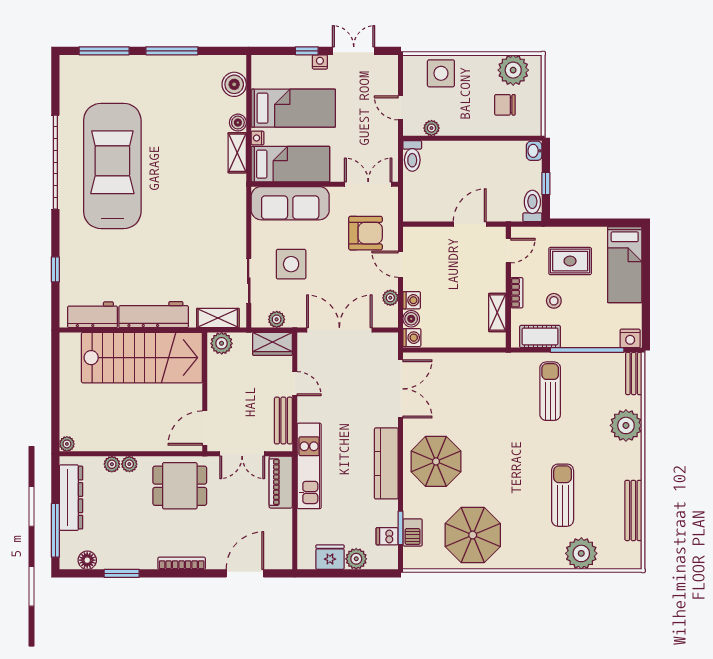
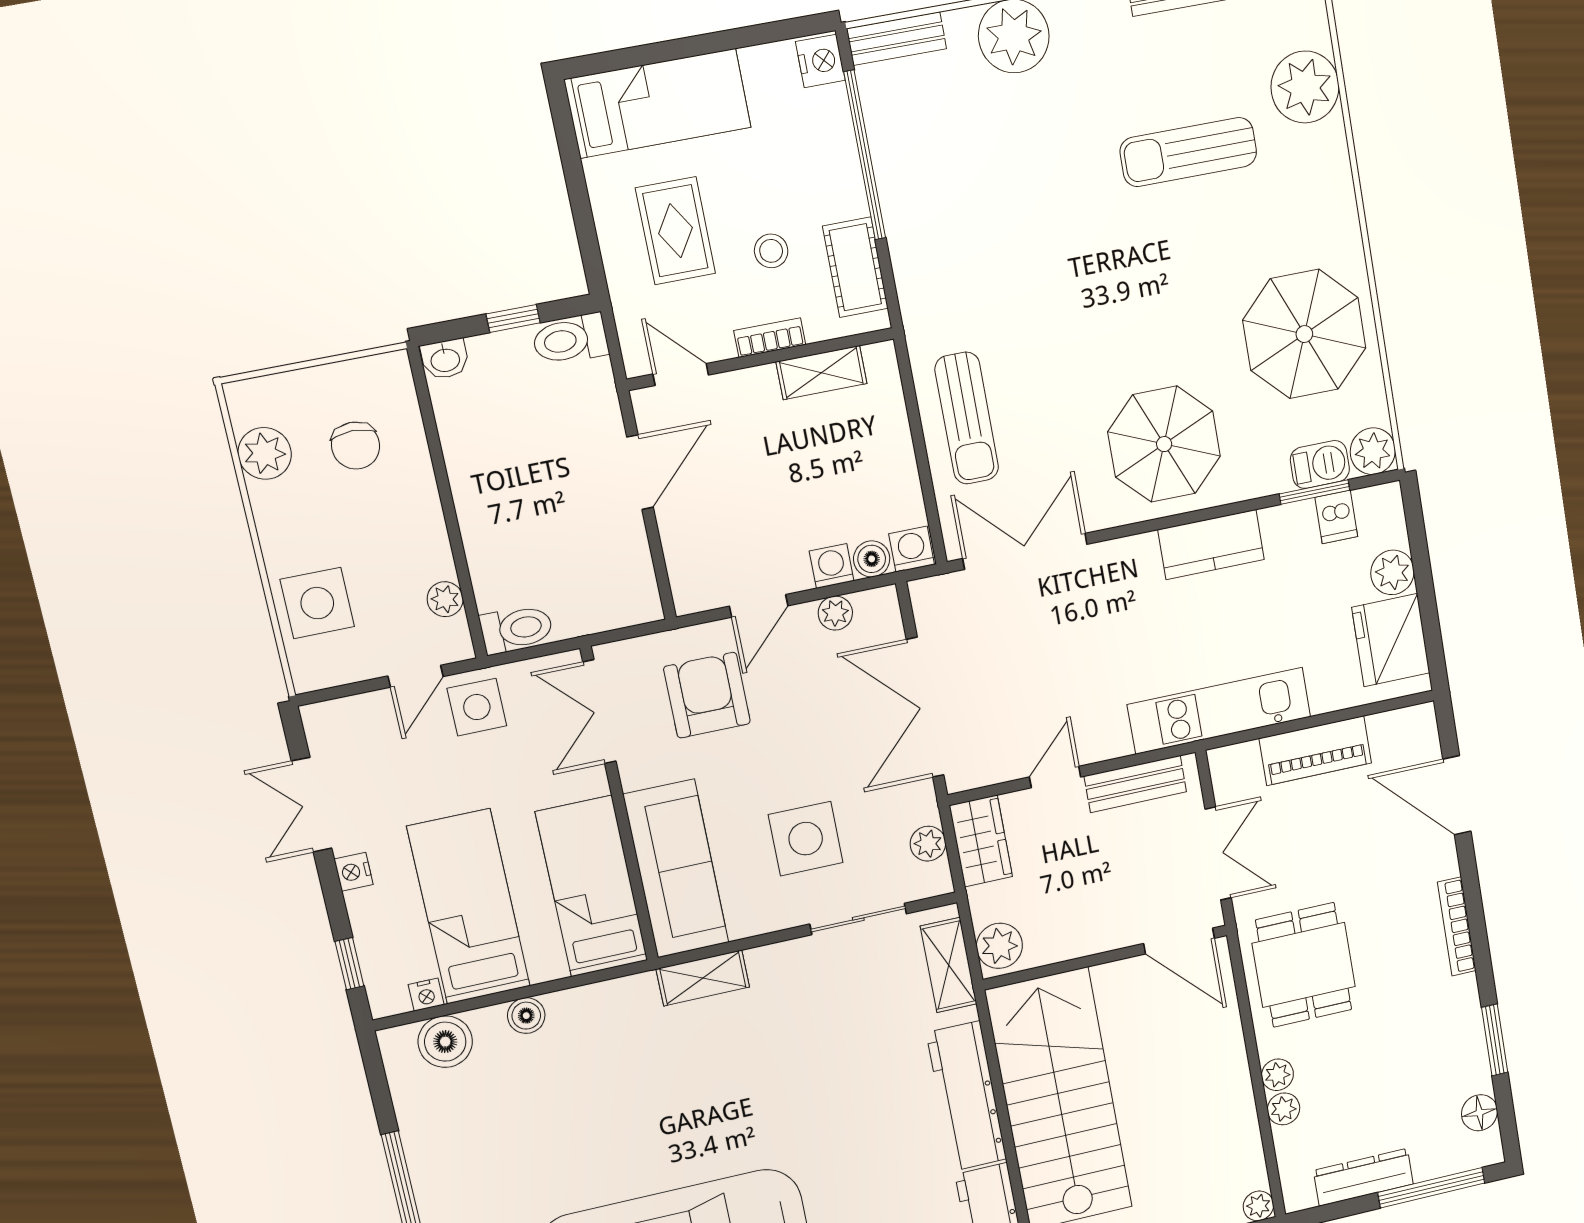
window: (307, 51) -> (349, 964), moved
plant: (513, 70) -> (265, 453), width x0.73, depth x0.73
side table: (381, 131) -> (477, 707), added
nightstand: (258, 138) -> (426, 995), moved
shelving: (237, 153) -> (703, 978), moved
door: (470, 224) -> (640, 472), swing flipped
sun lounger: (550, 391) -> (967, 418), moved, turned -90
kitchen counter: (386, 463) -> (1211, 545), width x0.67
piano: (281, 482) -> (1315, 751), moved
dresser: (71, 498) -> (1363, 1177), width x0.73, depth x0.80
fridge: (330, 557) -> (1391, 640), width x1.36, depth x1.34
plant: (414, 558) -> (1373, 451), added

